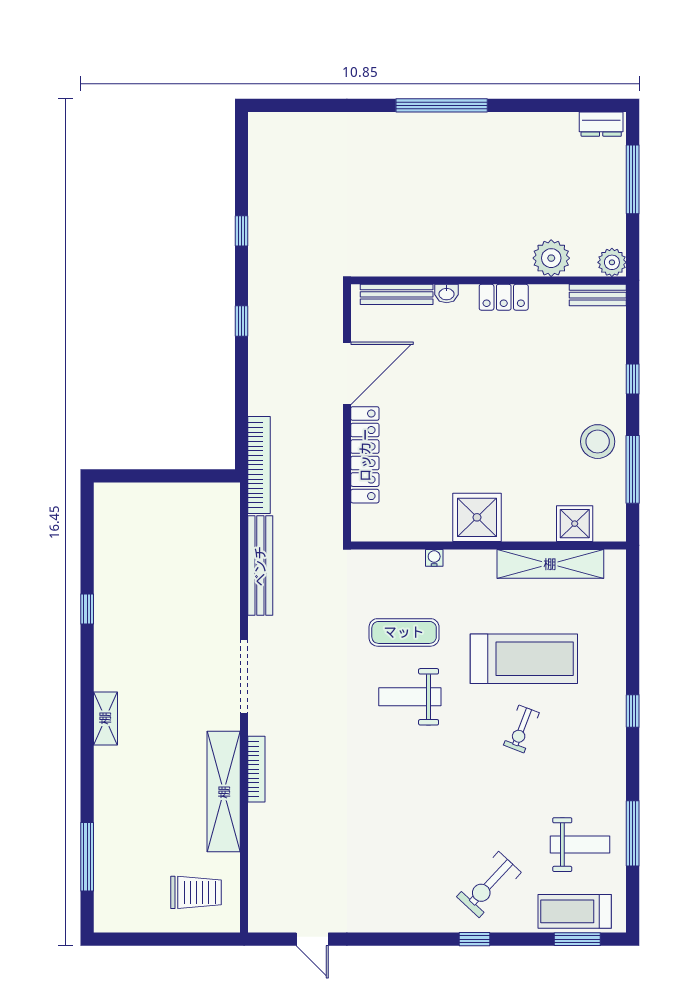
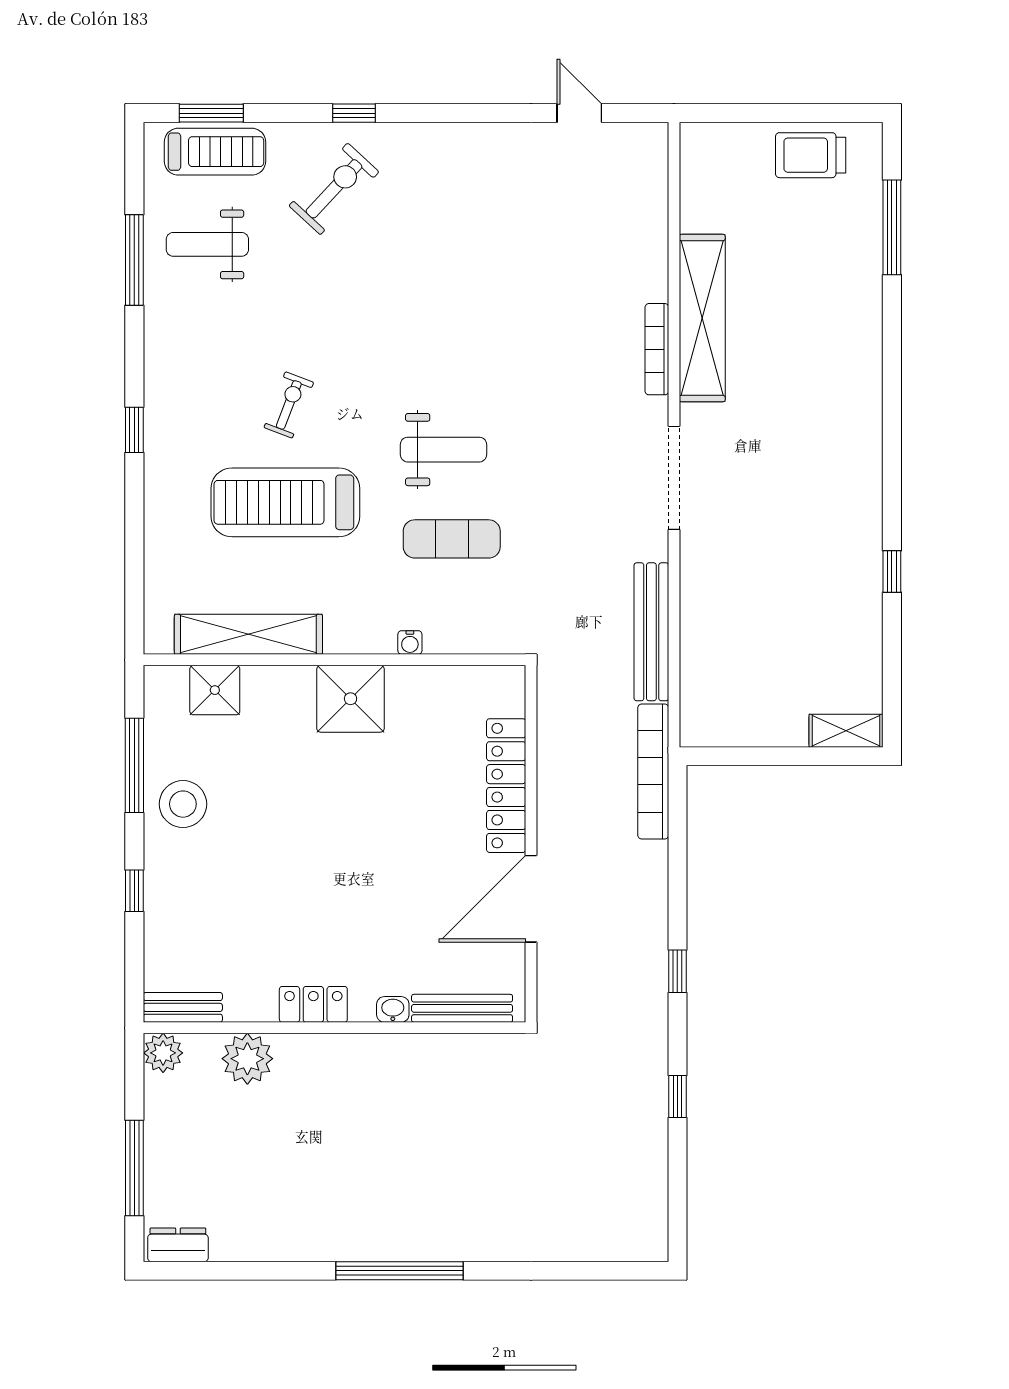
shelving: (105, 718) -> (846, 731), moved, turned 90
trolley: (196, 892) -> (811, 155), moved

